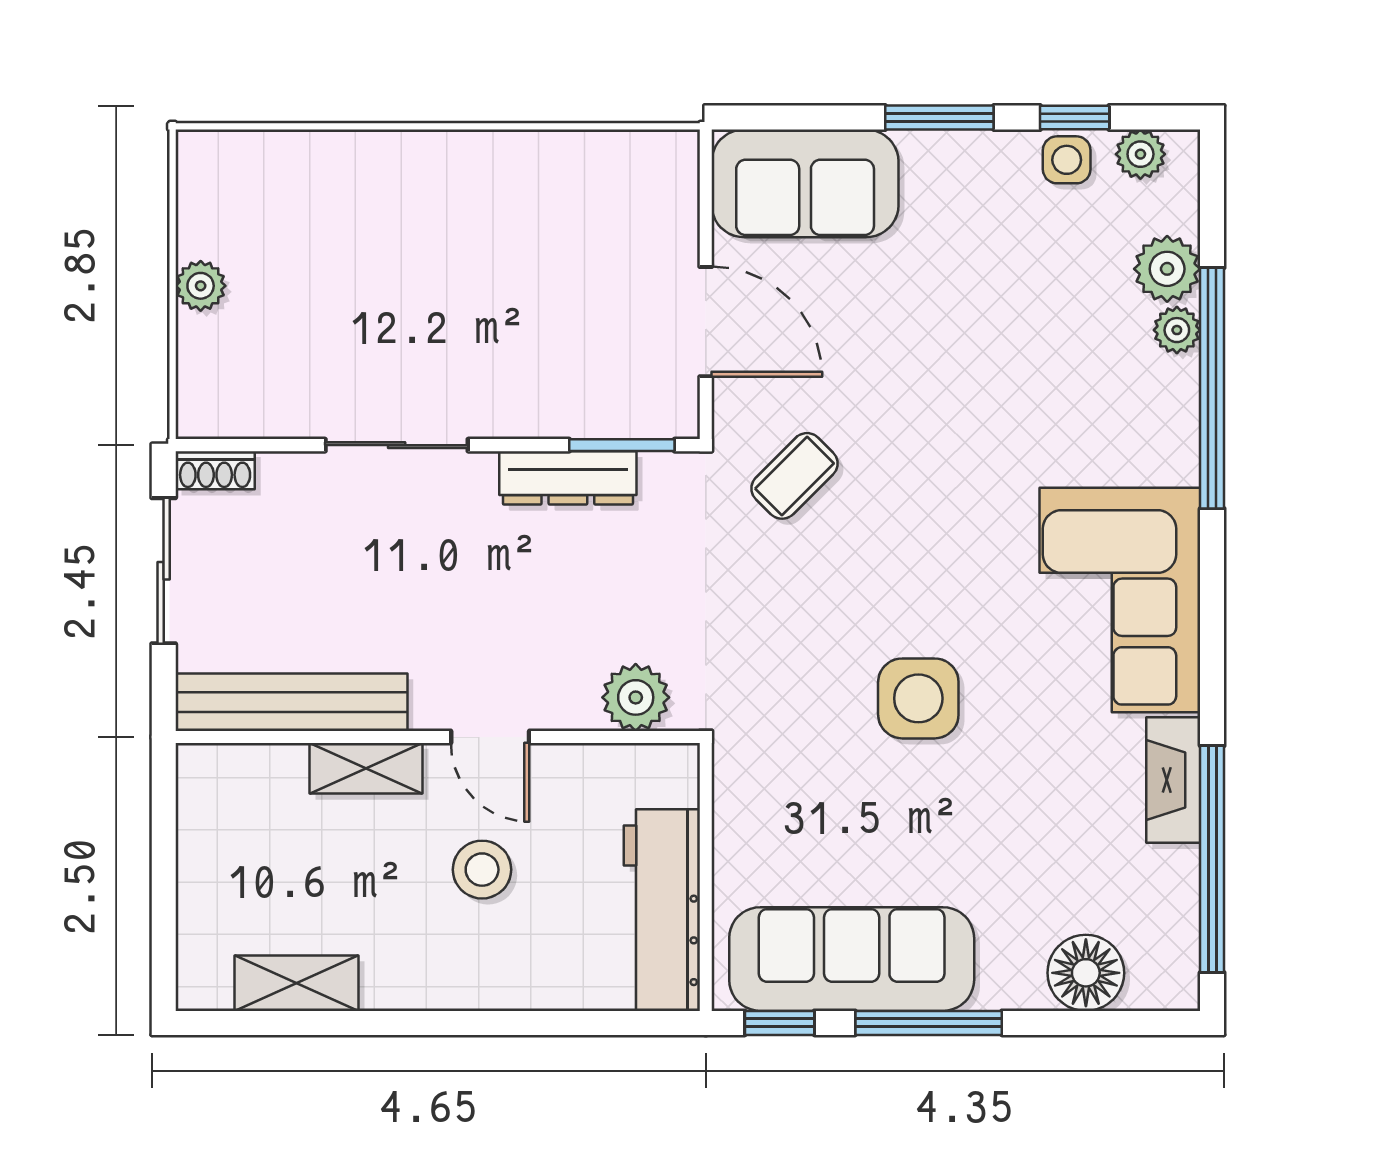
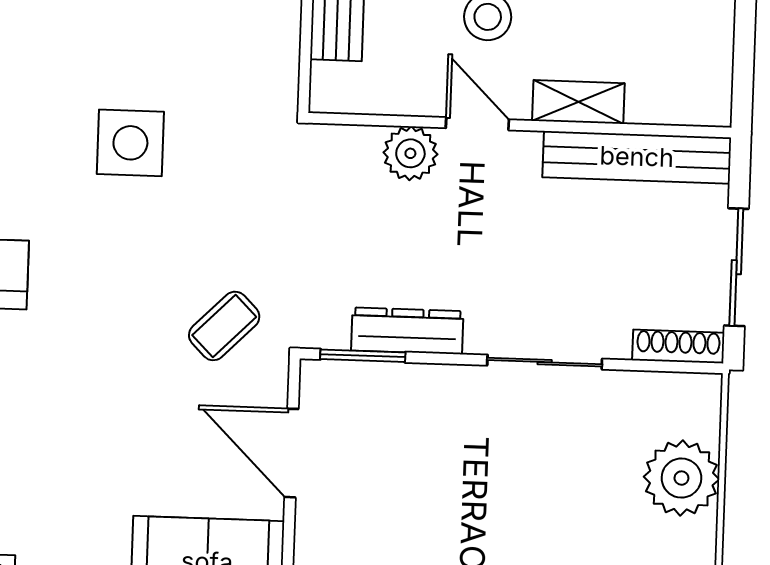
plant: (201, 286) -> (681, 478), width x1.87, depth x1.87
shoe rack: (215, 470) -> (678, 346), width x1.43
plant: (636, 697) -> (410, 153), moved

